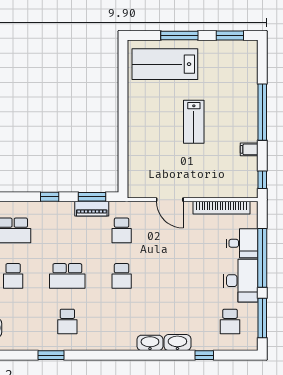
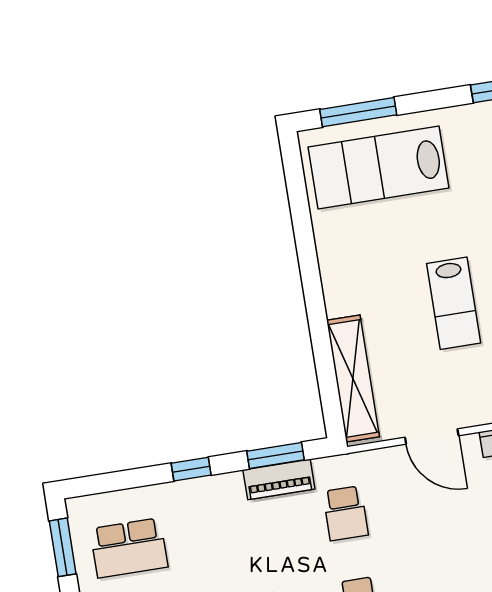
window: (179, 35) -> (358, 112), moved
lab bench: (194, 122) -> (454, 303), moved
shelving: (136, 165) -> (353, 378), added

